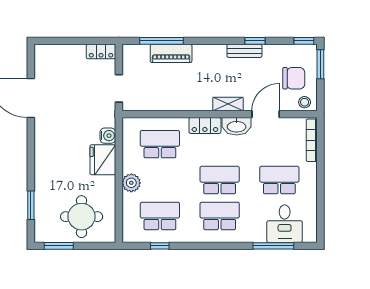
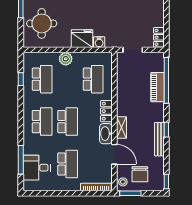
window: (162, 41) -> (166, 80), width x1.46
window: (255, 41) -> (166, 130), moved
bench: (244, 51) -> (159, 139), width x1.36
window: (320, 64) -> (130, 193), moved

